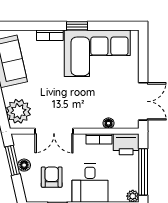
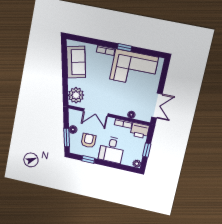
window: (12, 160) -> (67, 137), moved
window: (143, 172) -> (147, 150), width x0.46

